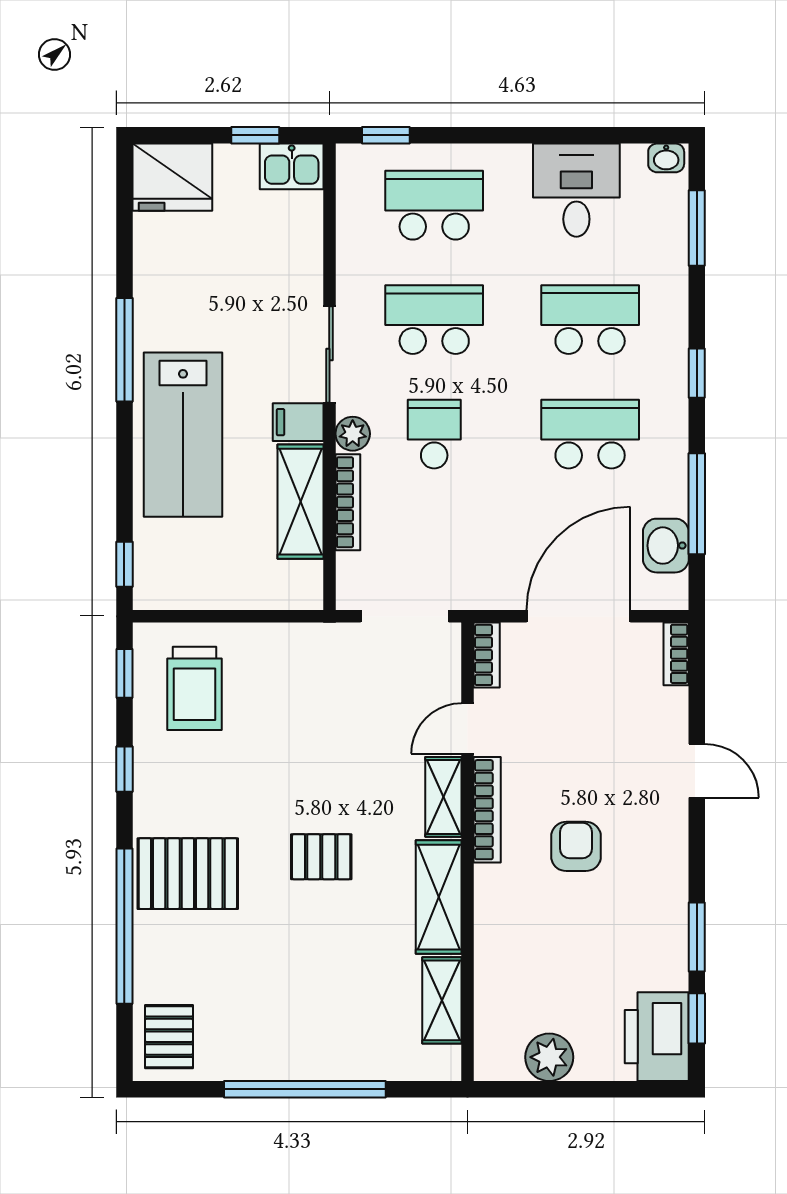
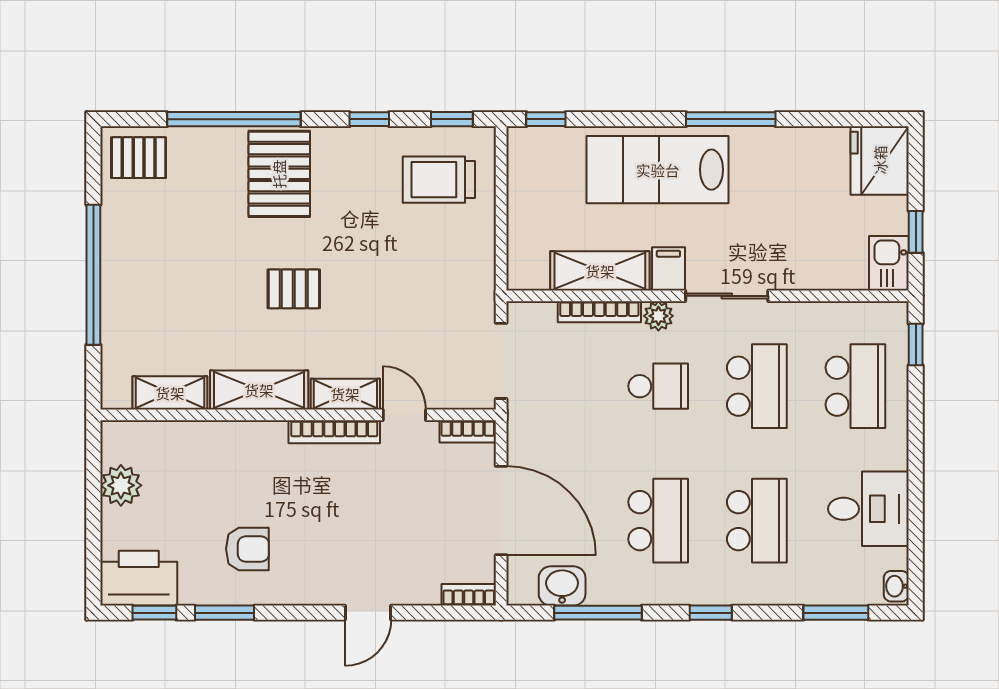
armchair: (576, 846) -> (247, 549), moved
pallet: (321, 857) -> (294, 289), turned 90

